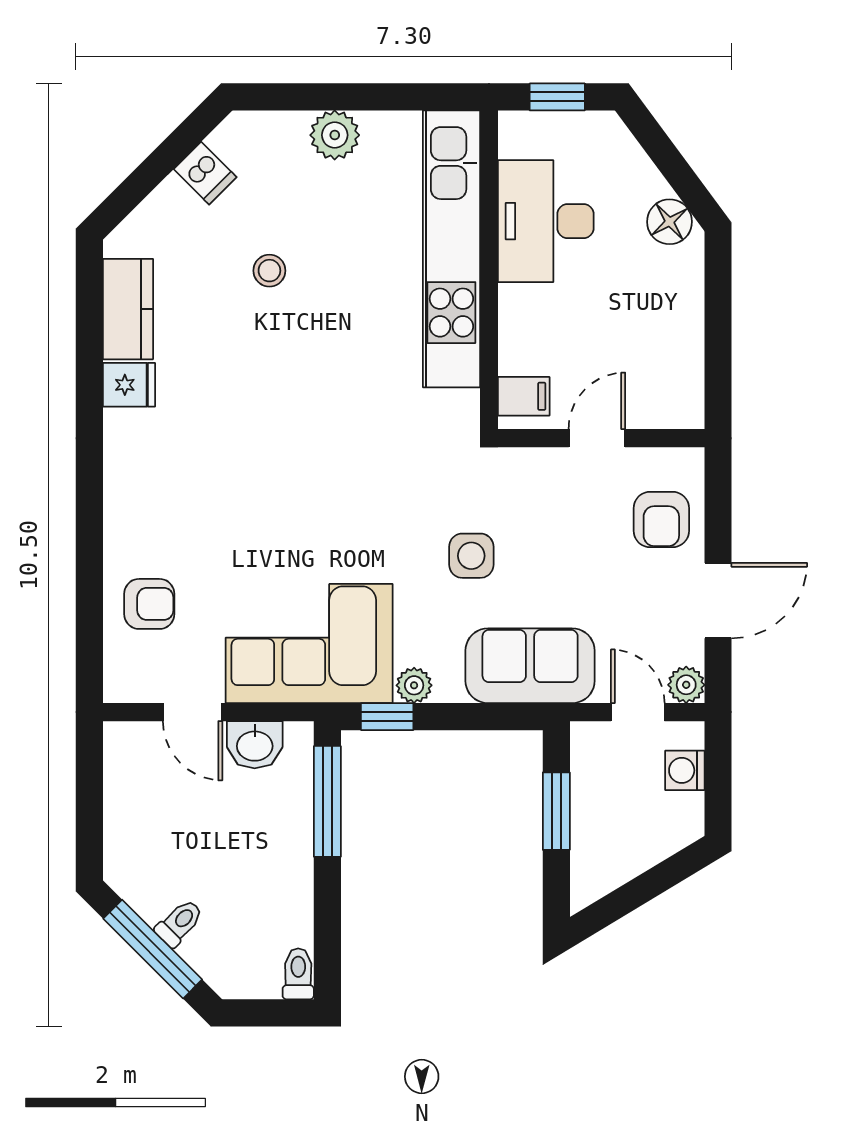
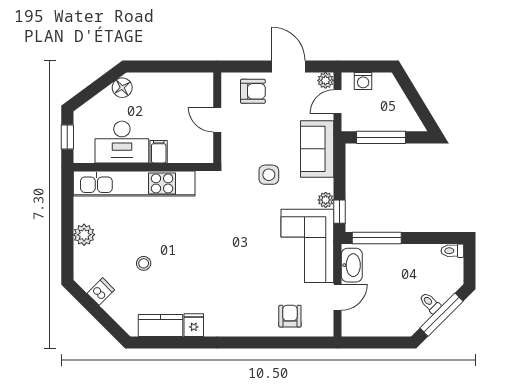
filing cabinet: (524, 396) -> (159, 152), moved
washbasin: (255, 745) -> (352, 265), width x1.38
window: (556, 811) -> (381, 137), width x1.44

